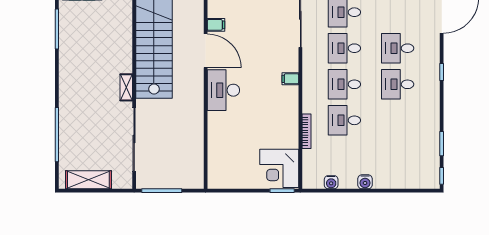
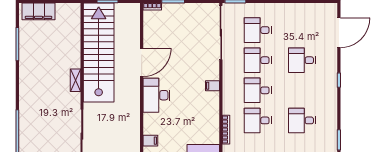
filing cabinet: (216, 25) -> (150, 141), moved
door: (206, 51) -> (142, 62), hinge flipped
desk: (398, 84) -> (302, 120), moved
shelving: (126, 87) -> (75, 80), moved

